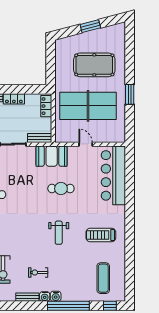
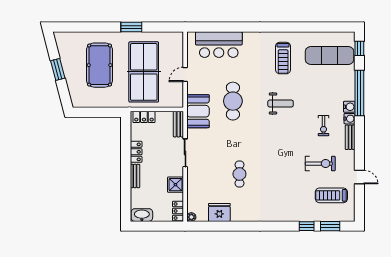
bar counter: (113, 175) -> (219, 45), width x0.73
cafe table: (61, 189) -> (233, 101), width x1.37, depth x1.35
exercise mat: (103, 278) -> (330, 55), width x1.36, depth x1.45

